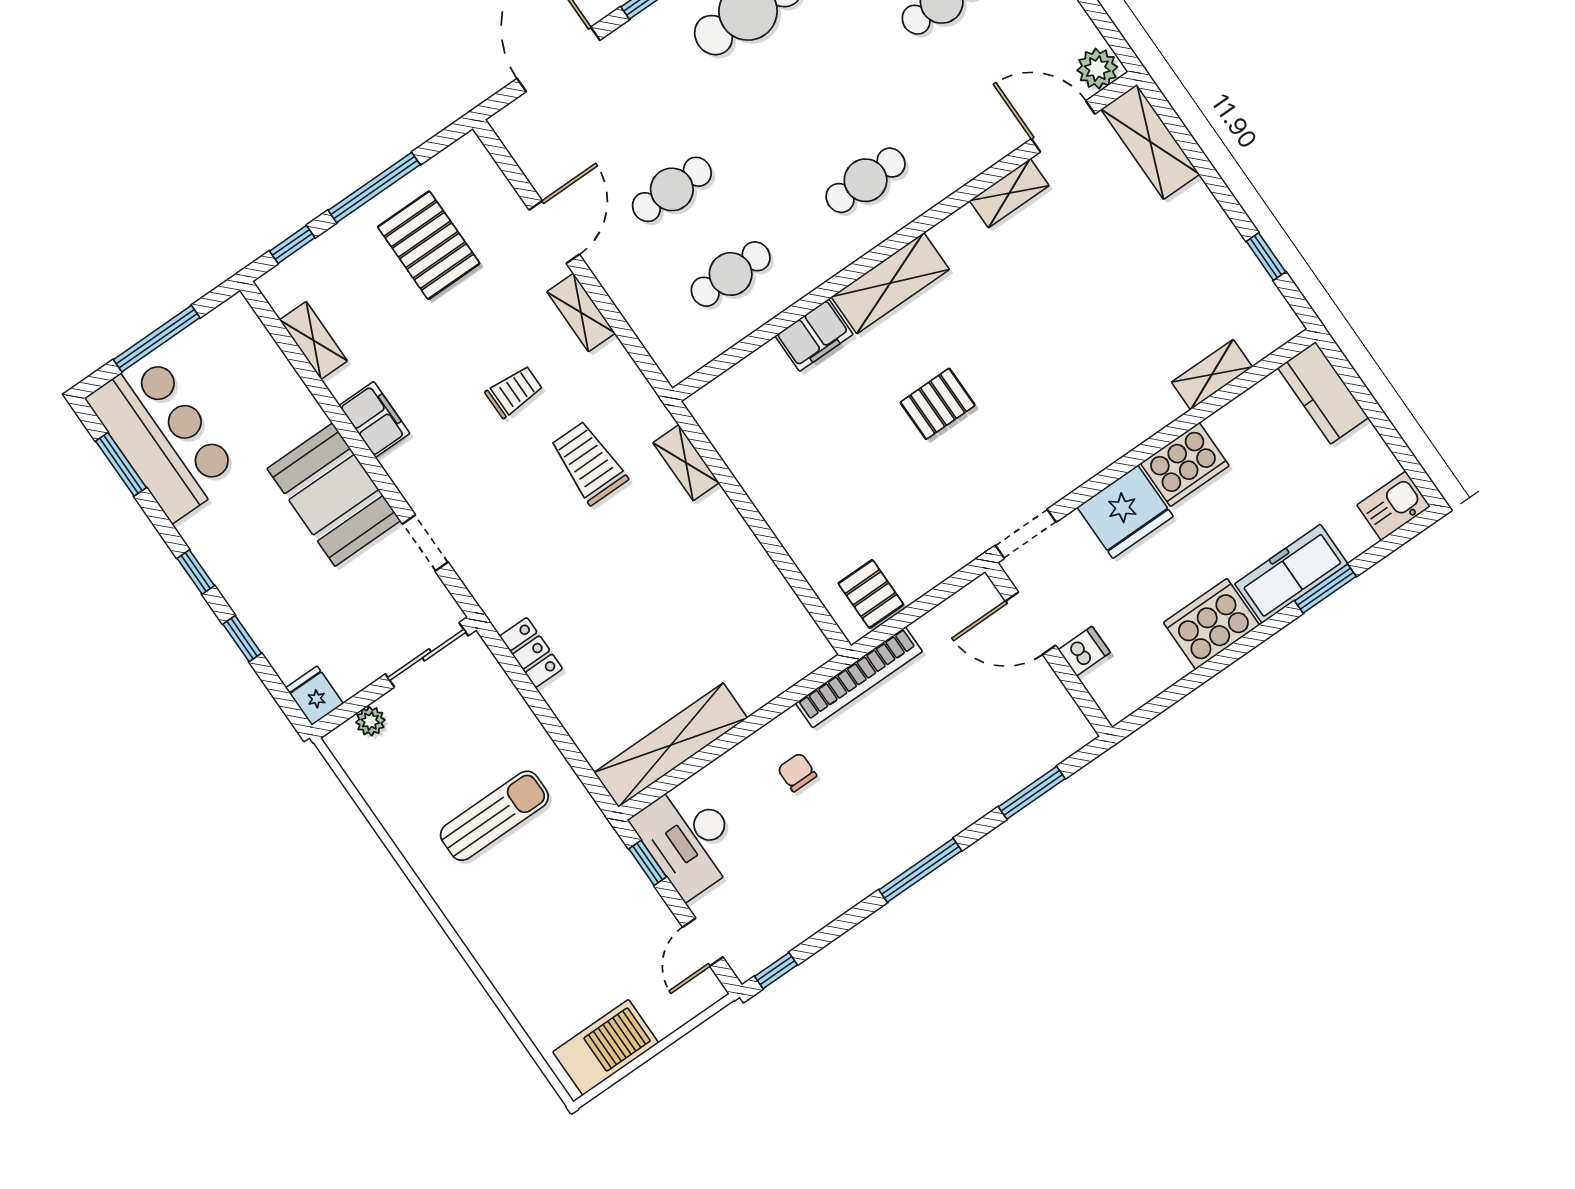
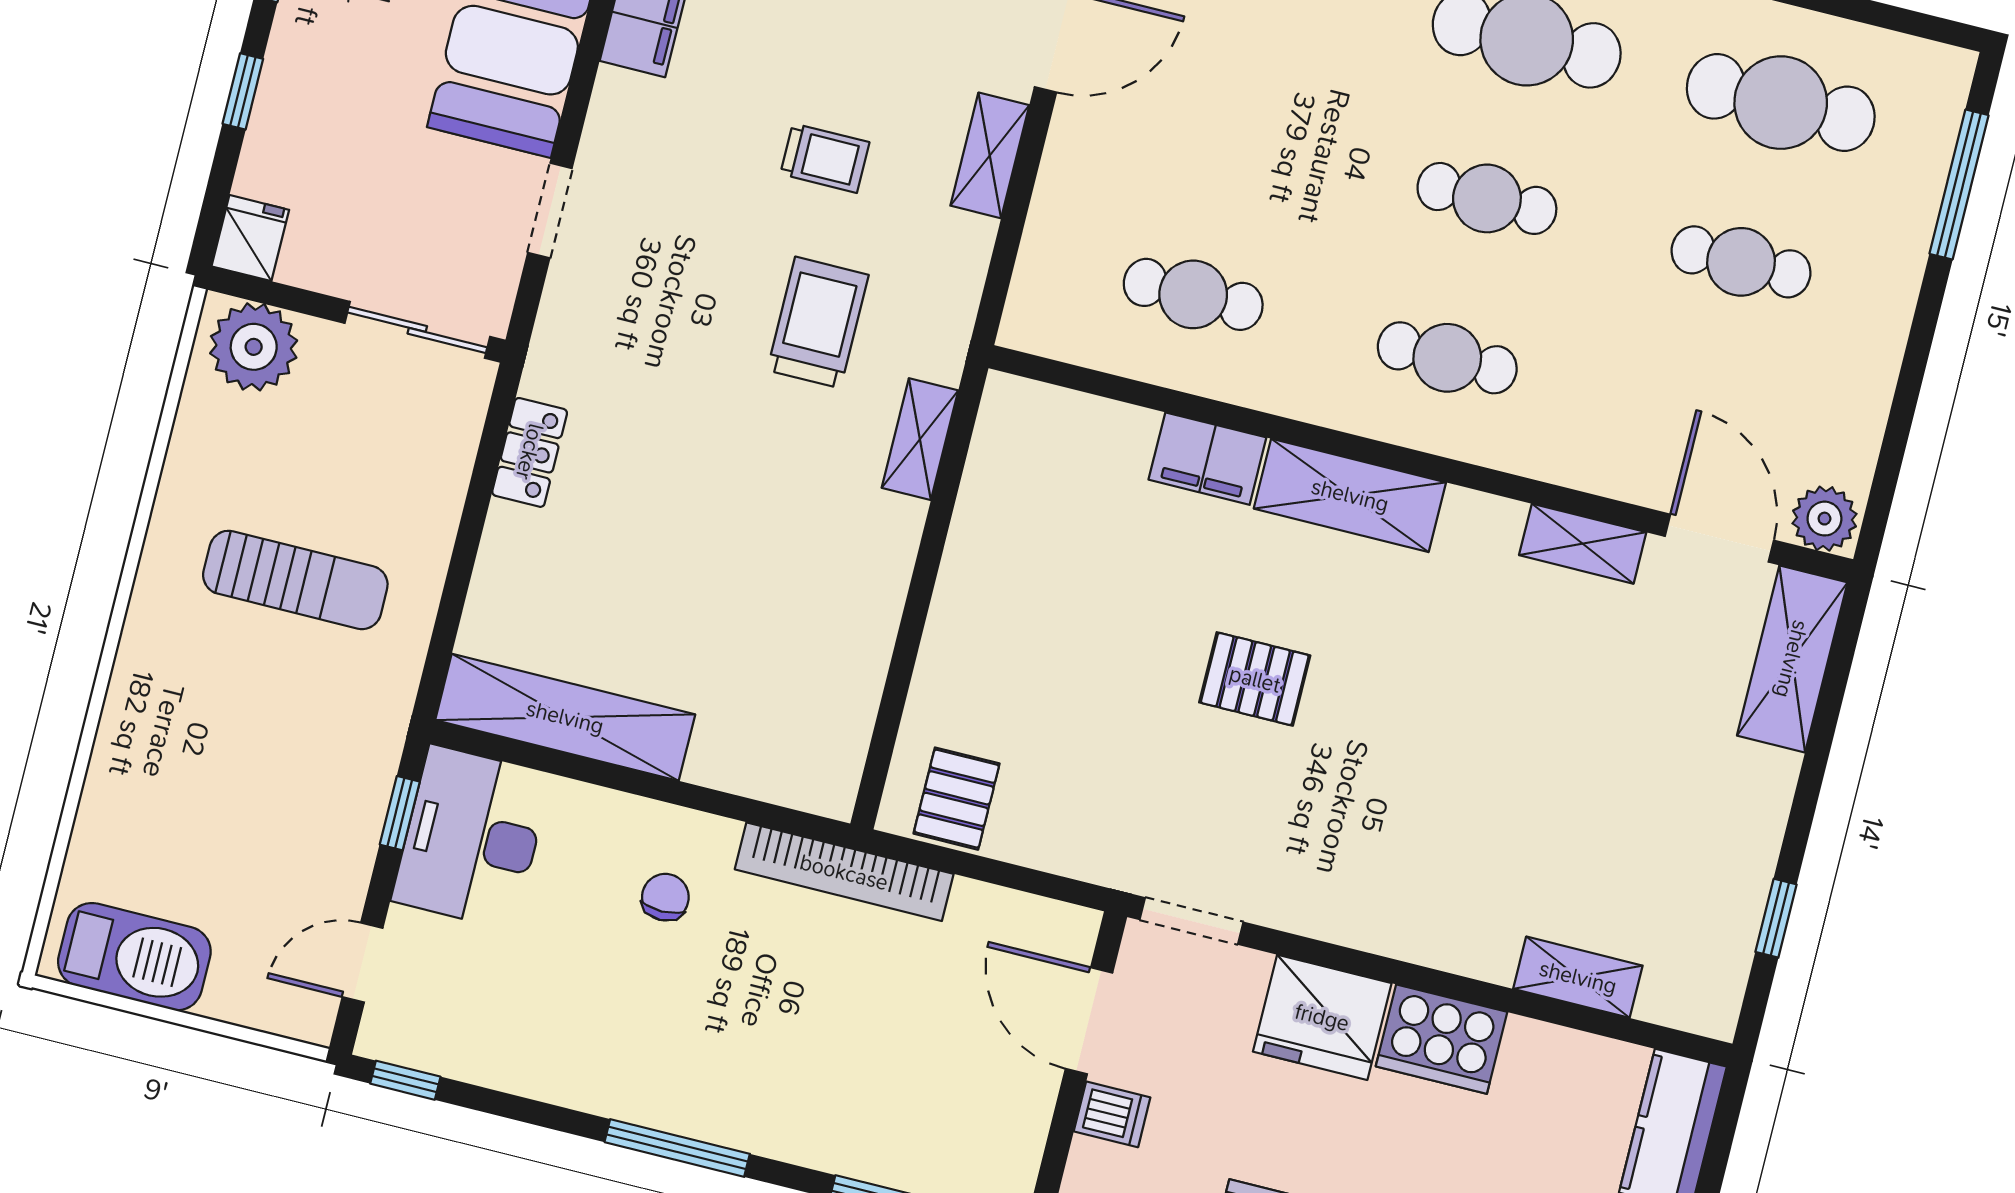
cafe table: (672, 189) -> (1487, 198), moved
plant: (370, 721) -> (254, 347), width x1.88, depth x1.88

